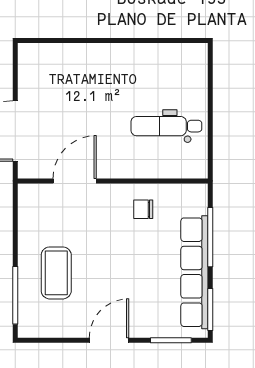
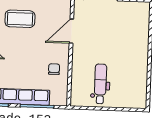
door: (75, 181) -> (71, 31), swing flipped

